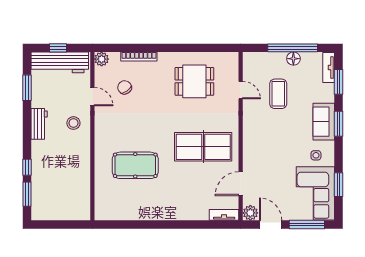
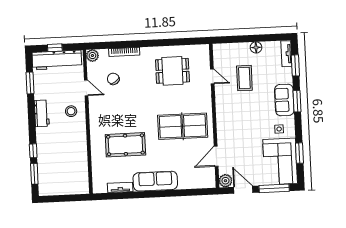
window: (293, 48) -> (255, 38), removed
sofa: (168, 210) -> (155, 181), added
tv unit: (224, 215) -> (120, 187), moved

